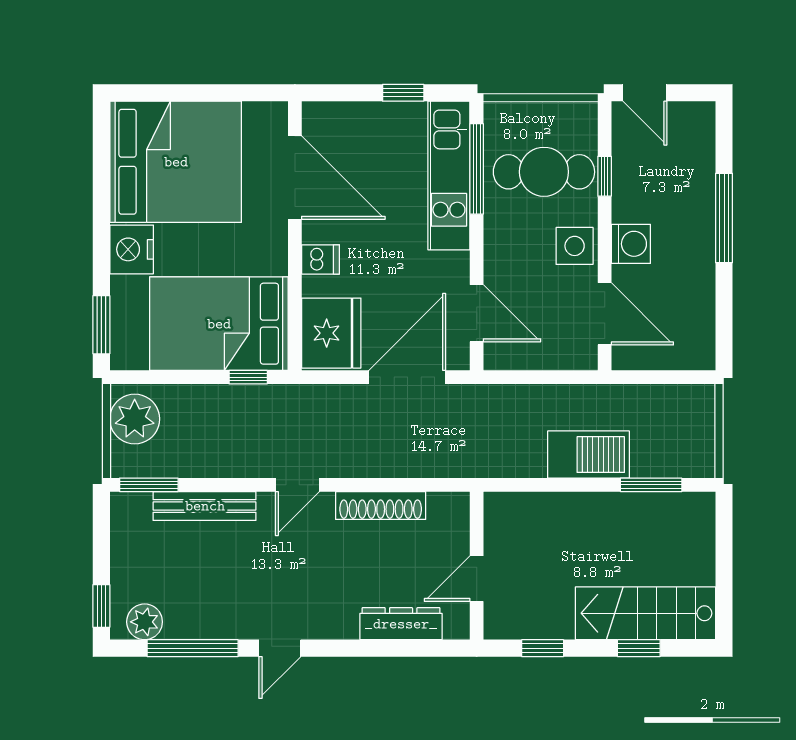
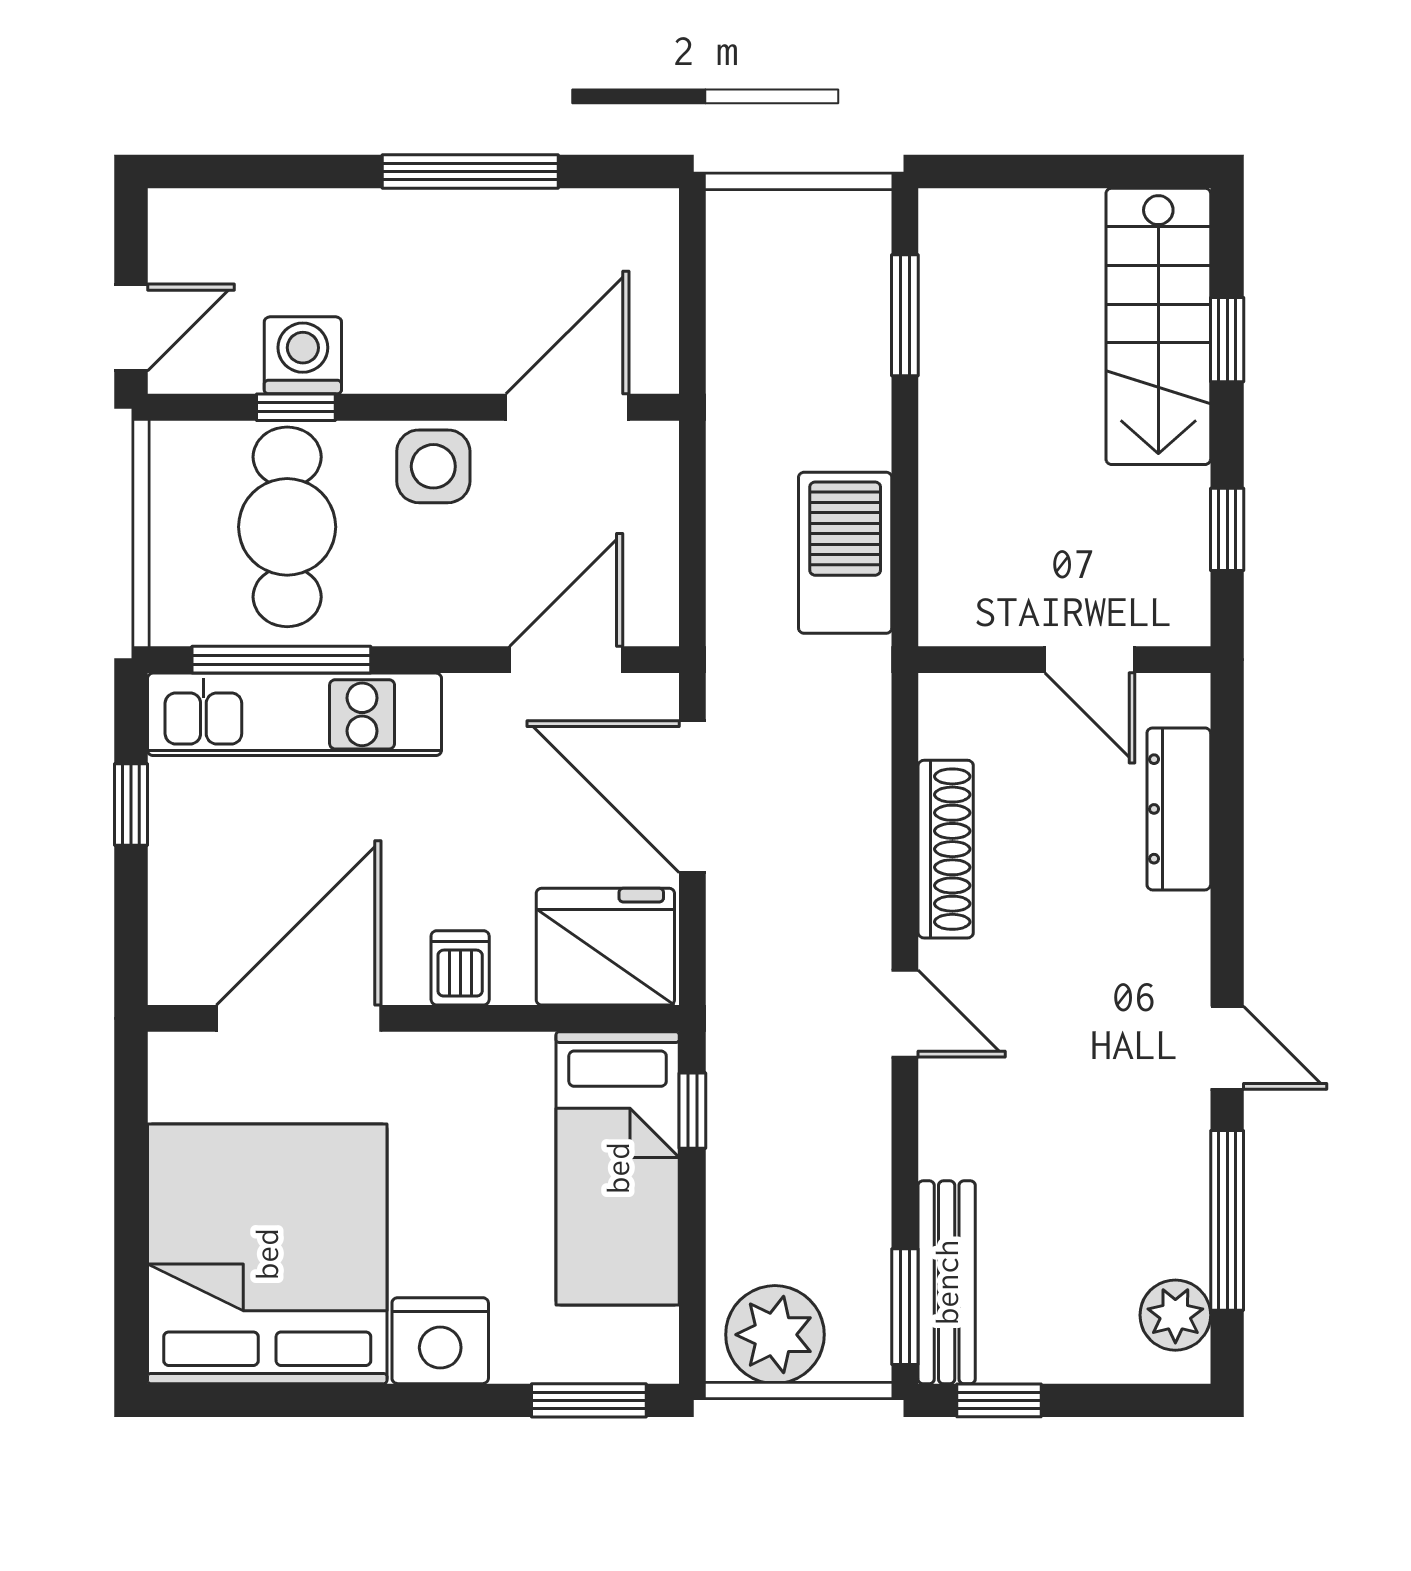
window: (724, 218) -> (470, 171), moved
washing machine: (631, 244) -> (303, 355), moved
bed: (219, 324) -> (618, 1168), width x0.67
barbecue: (589, 455) -> (845, 553), moved
bench: (205, 506) -> (947, 1282), moved
window: (101, 606) -> (999, 1400), moved

